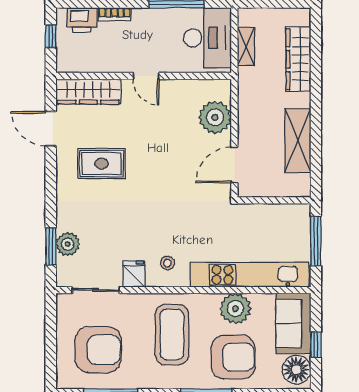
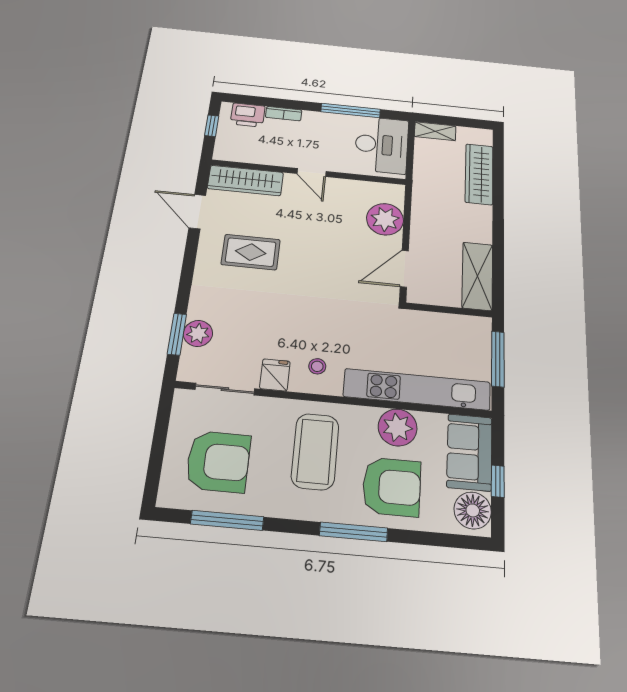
shelving: (246, 46) -> (435, 131), moved, turned 90
shelving: (298, 141) -> (477, 276), moved

